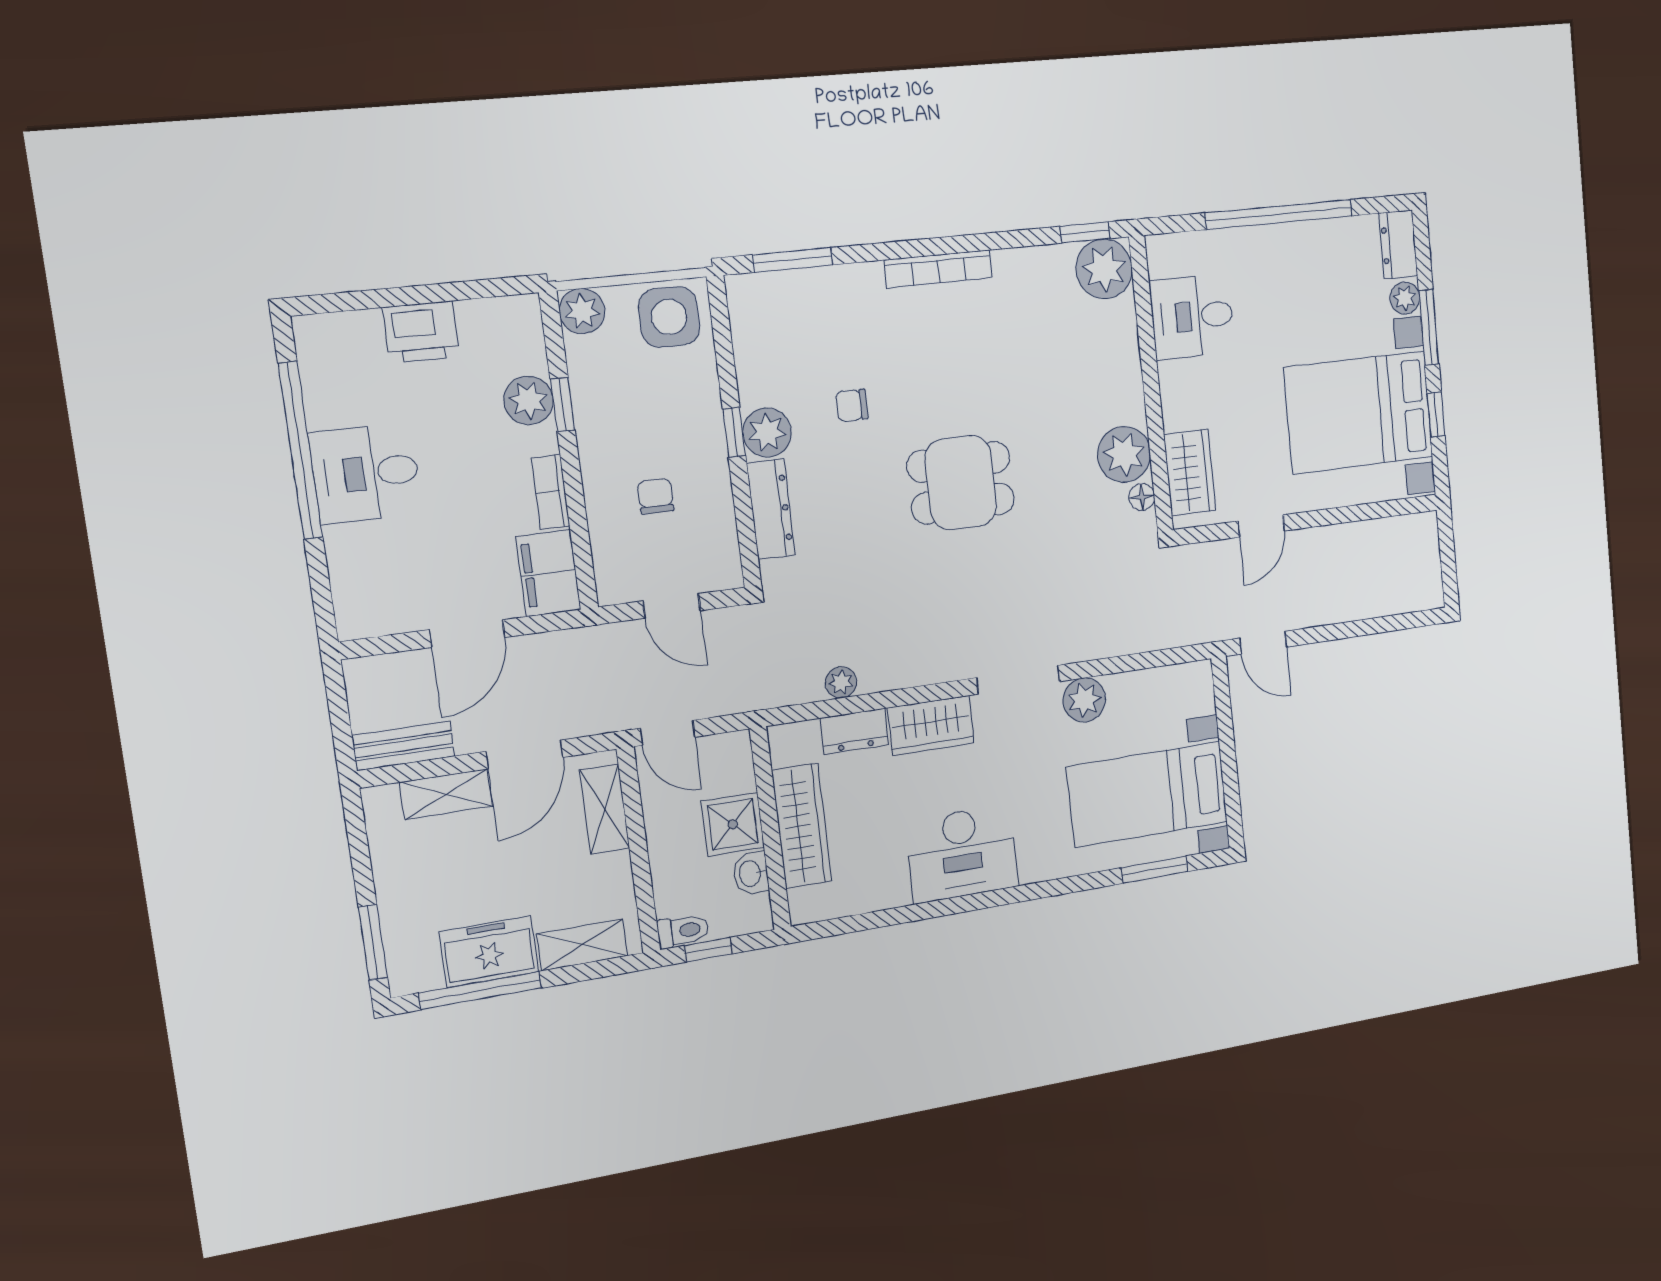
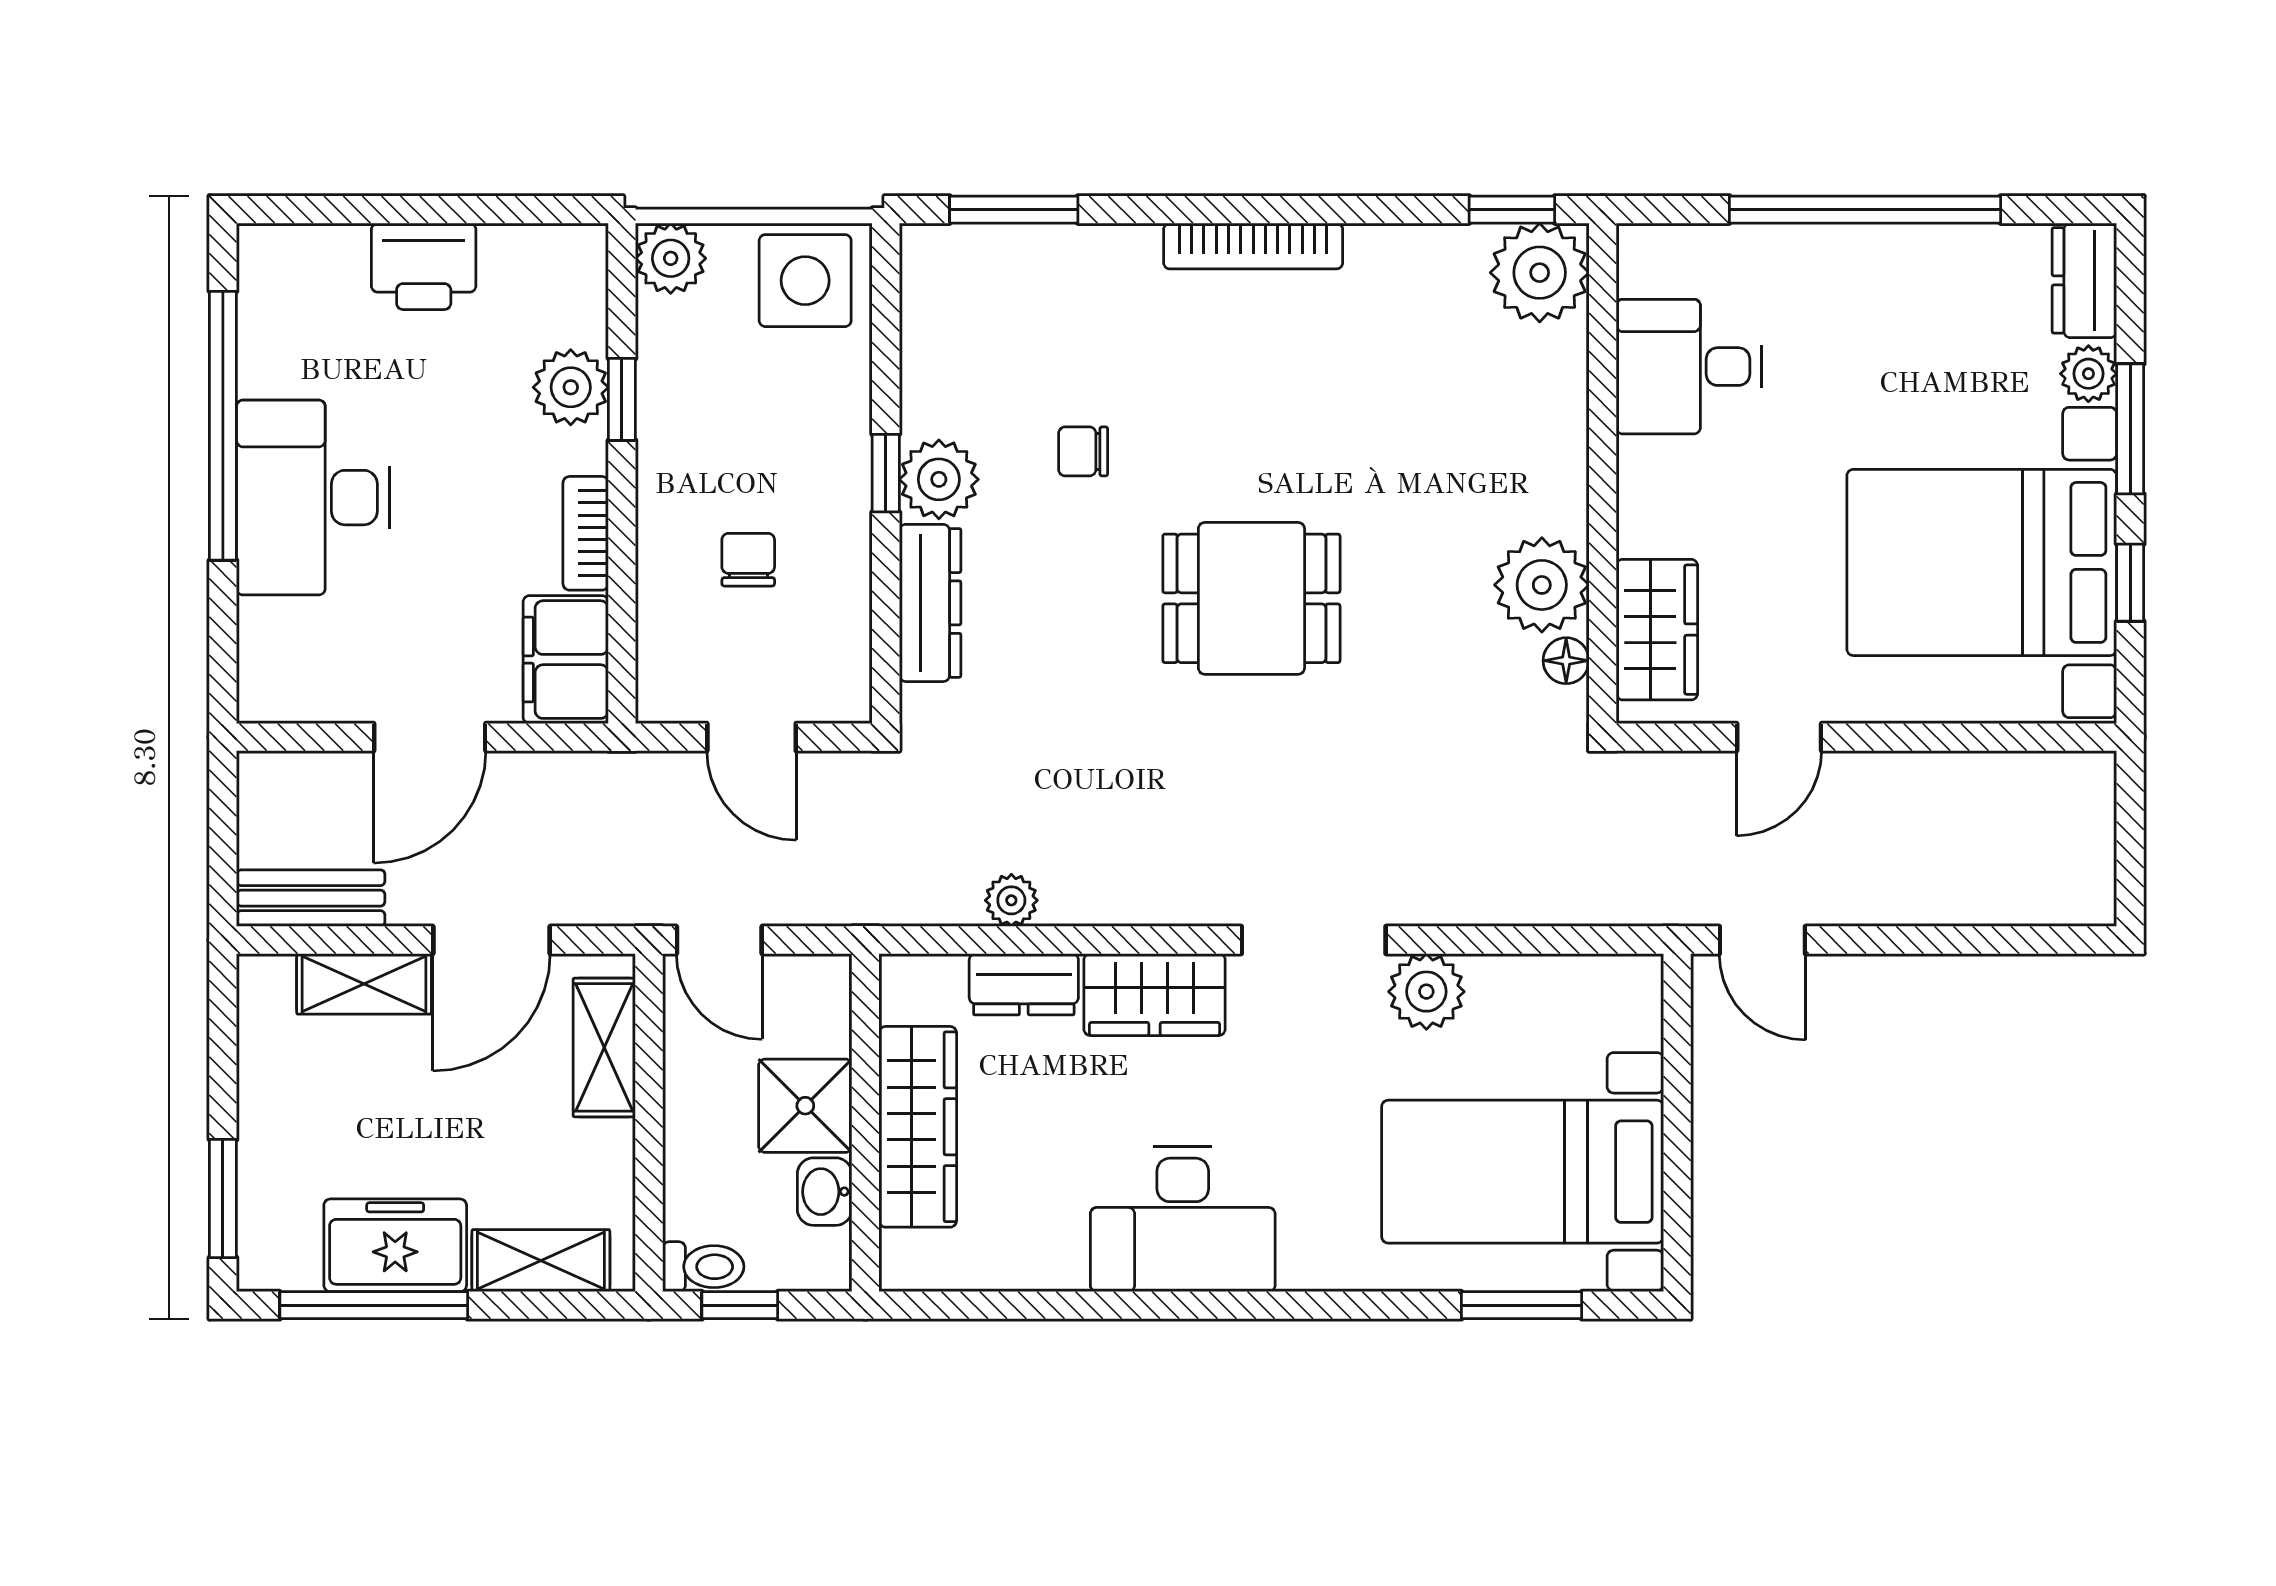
desk: (366, 473) -> (313, 498), width x1.37

